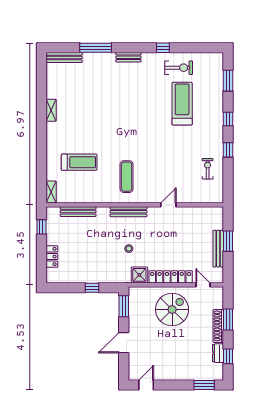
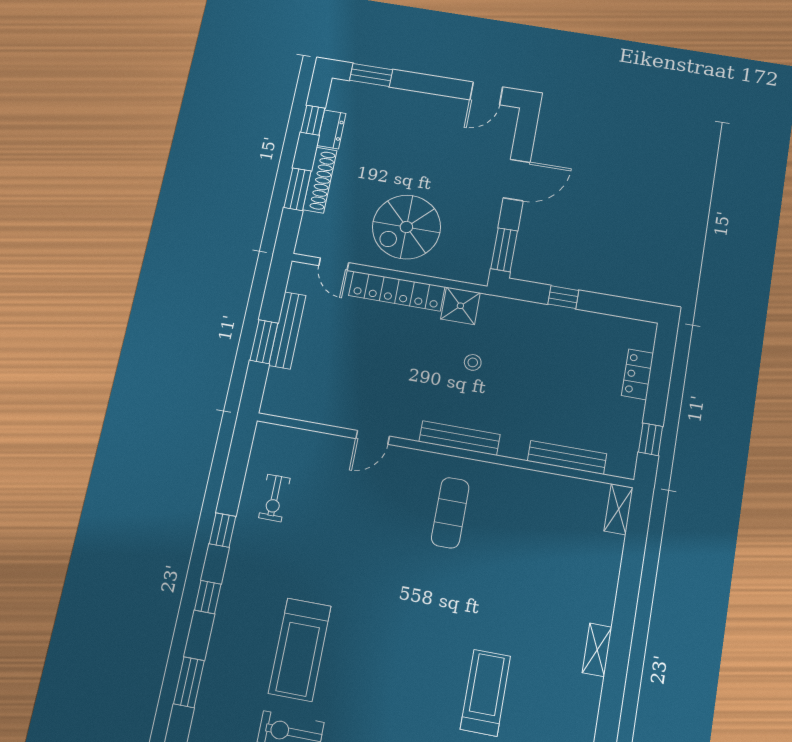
shelving: (51, 110) -> (597, 650), moved
treadmill: (79, 162) -> (485, 693), moved, turned 90

